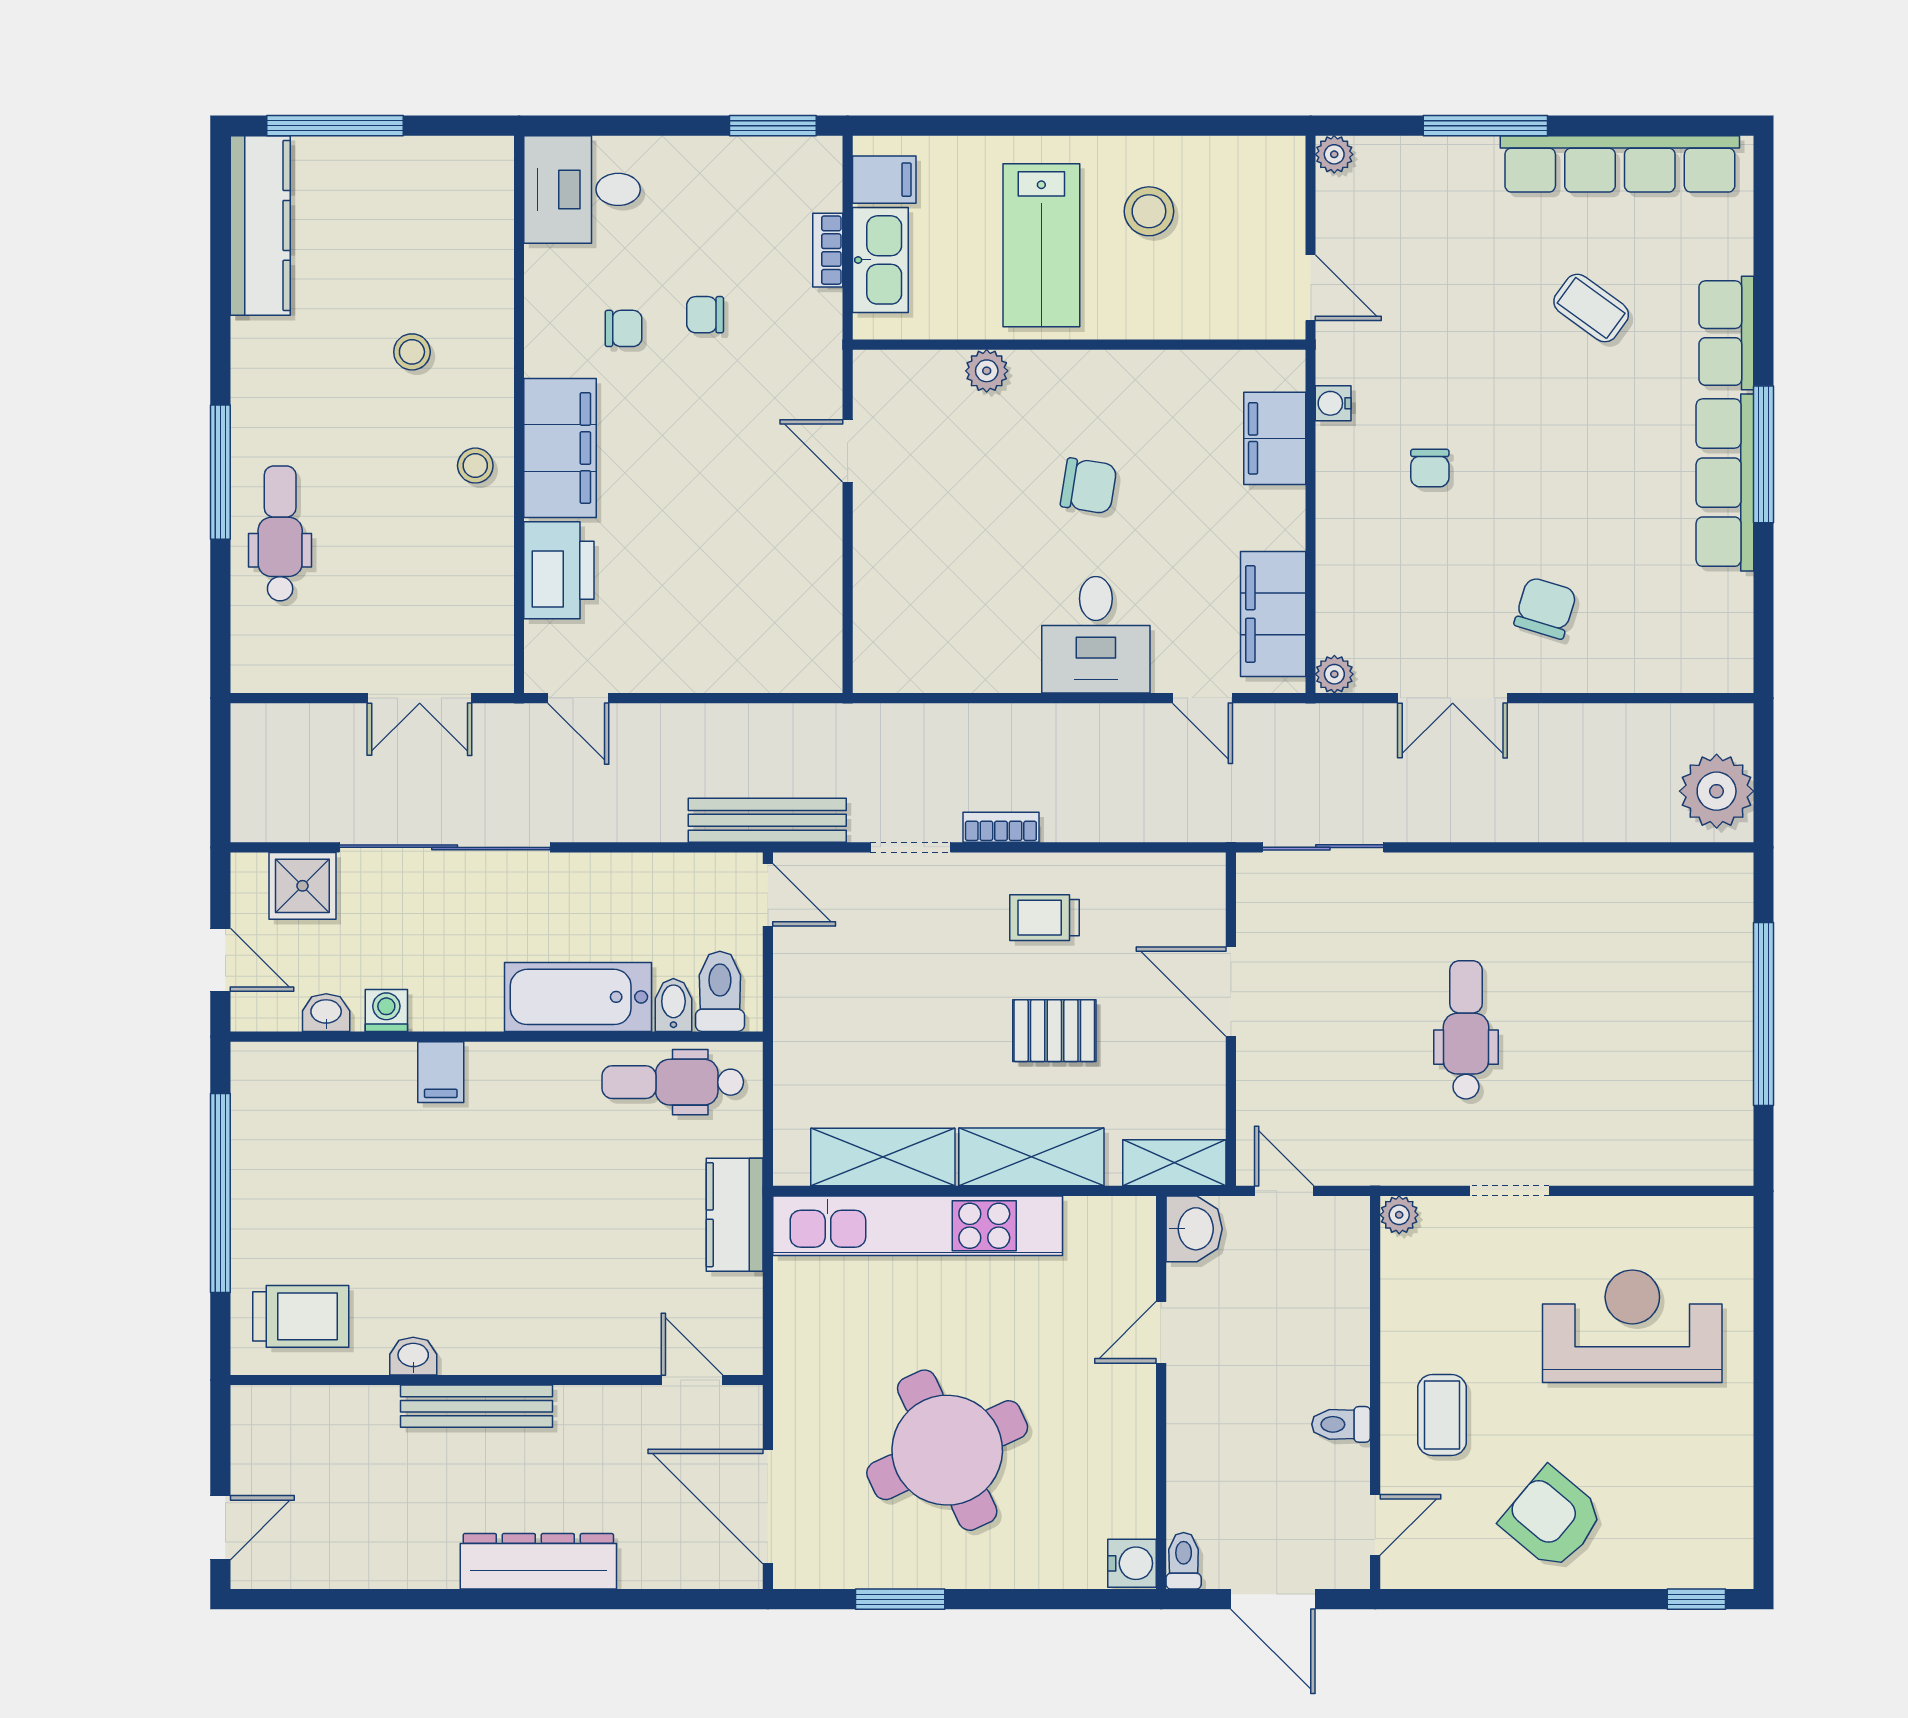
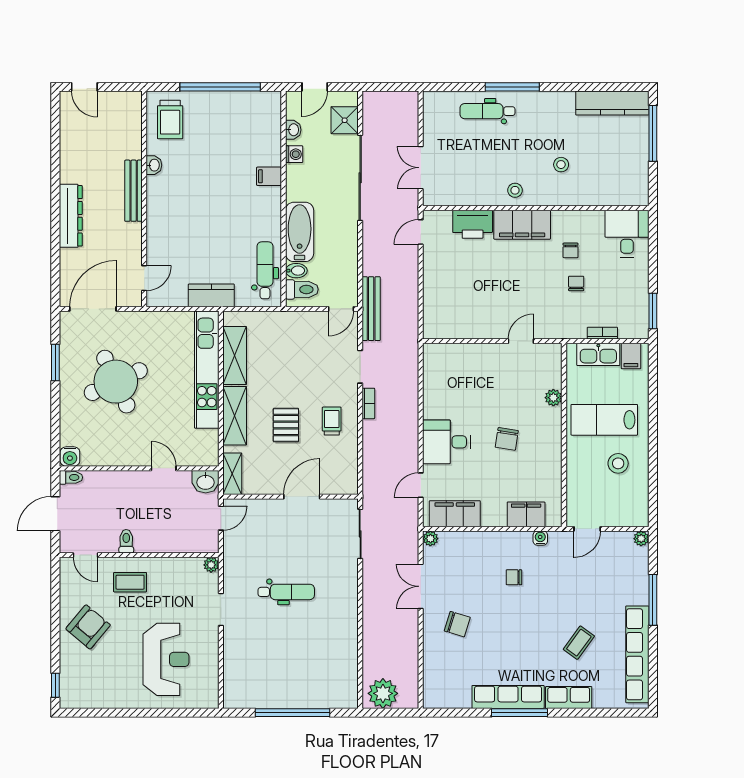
dental chair: (280, 533) -> (487, 111), turned 180

